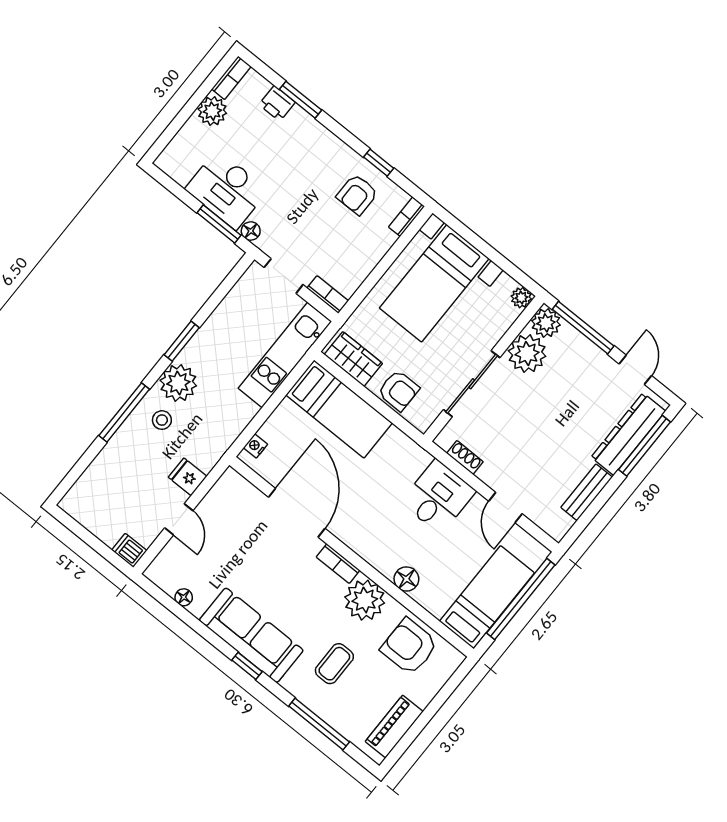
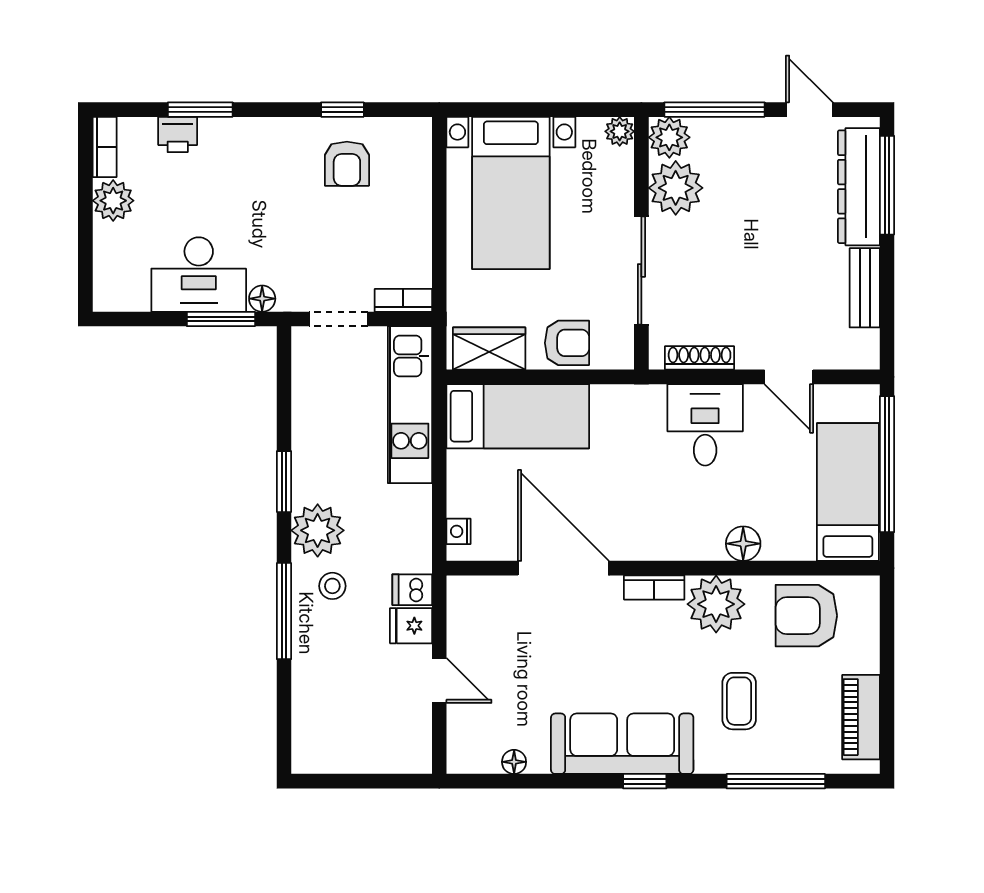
bookcase: (407, 217) -> (421, 144), removed
shoe rack: (465, 457) -> (700, 358), width x1.43
dishwasher: (129, 550) -> (412, 590), moved

